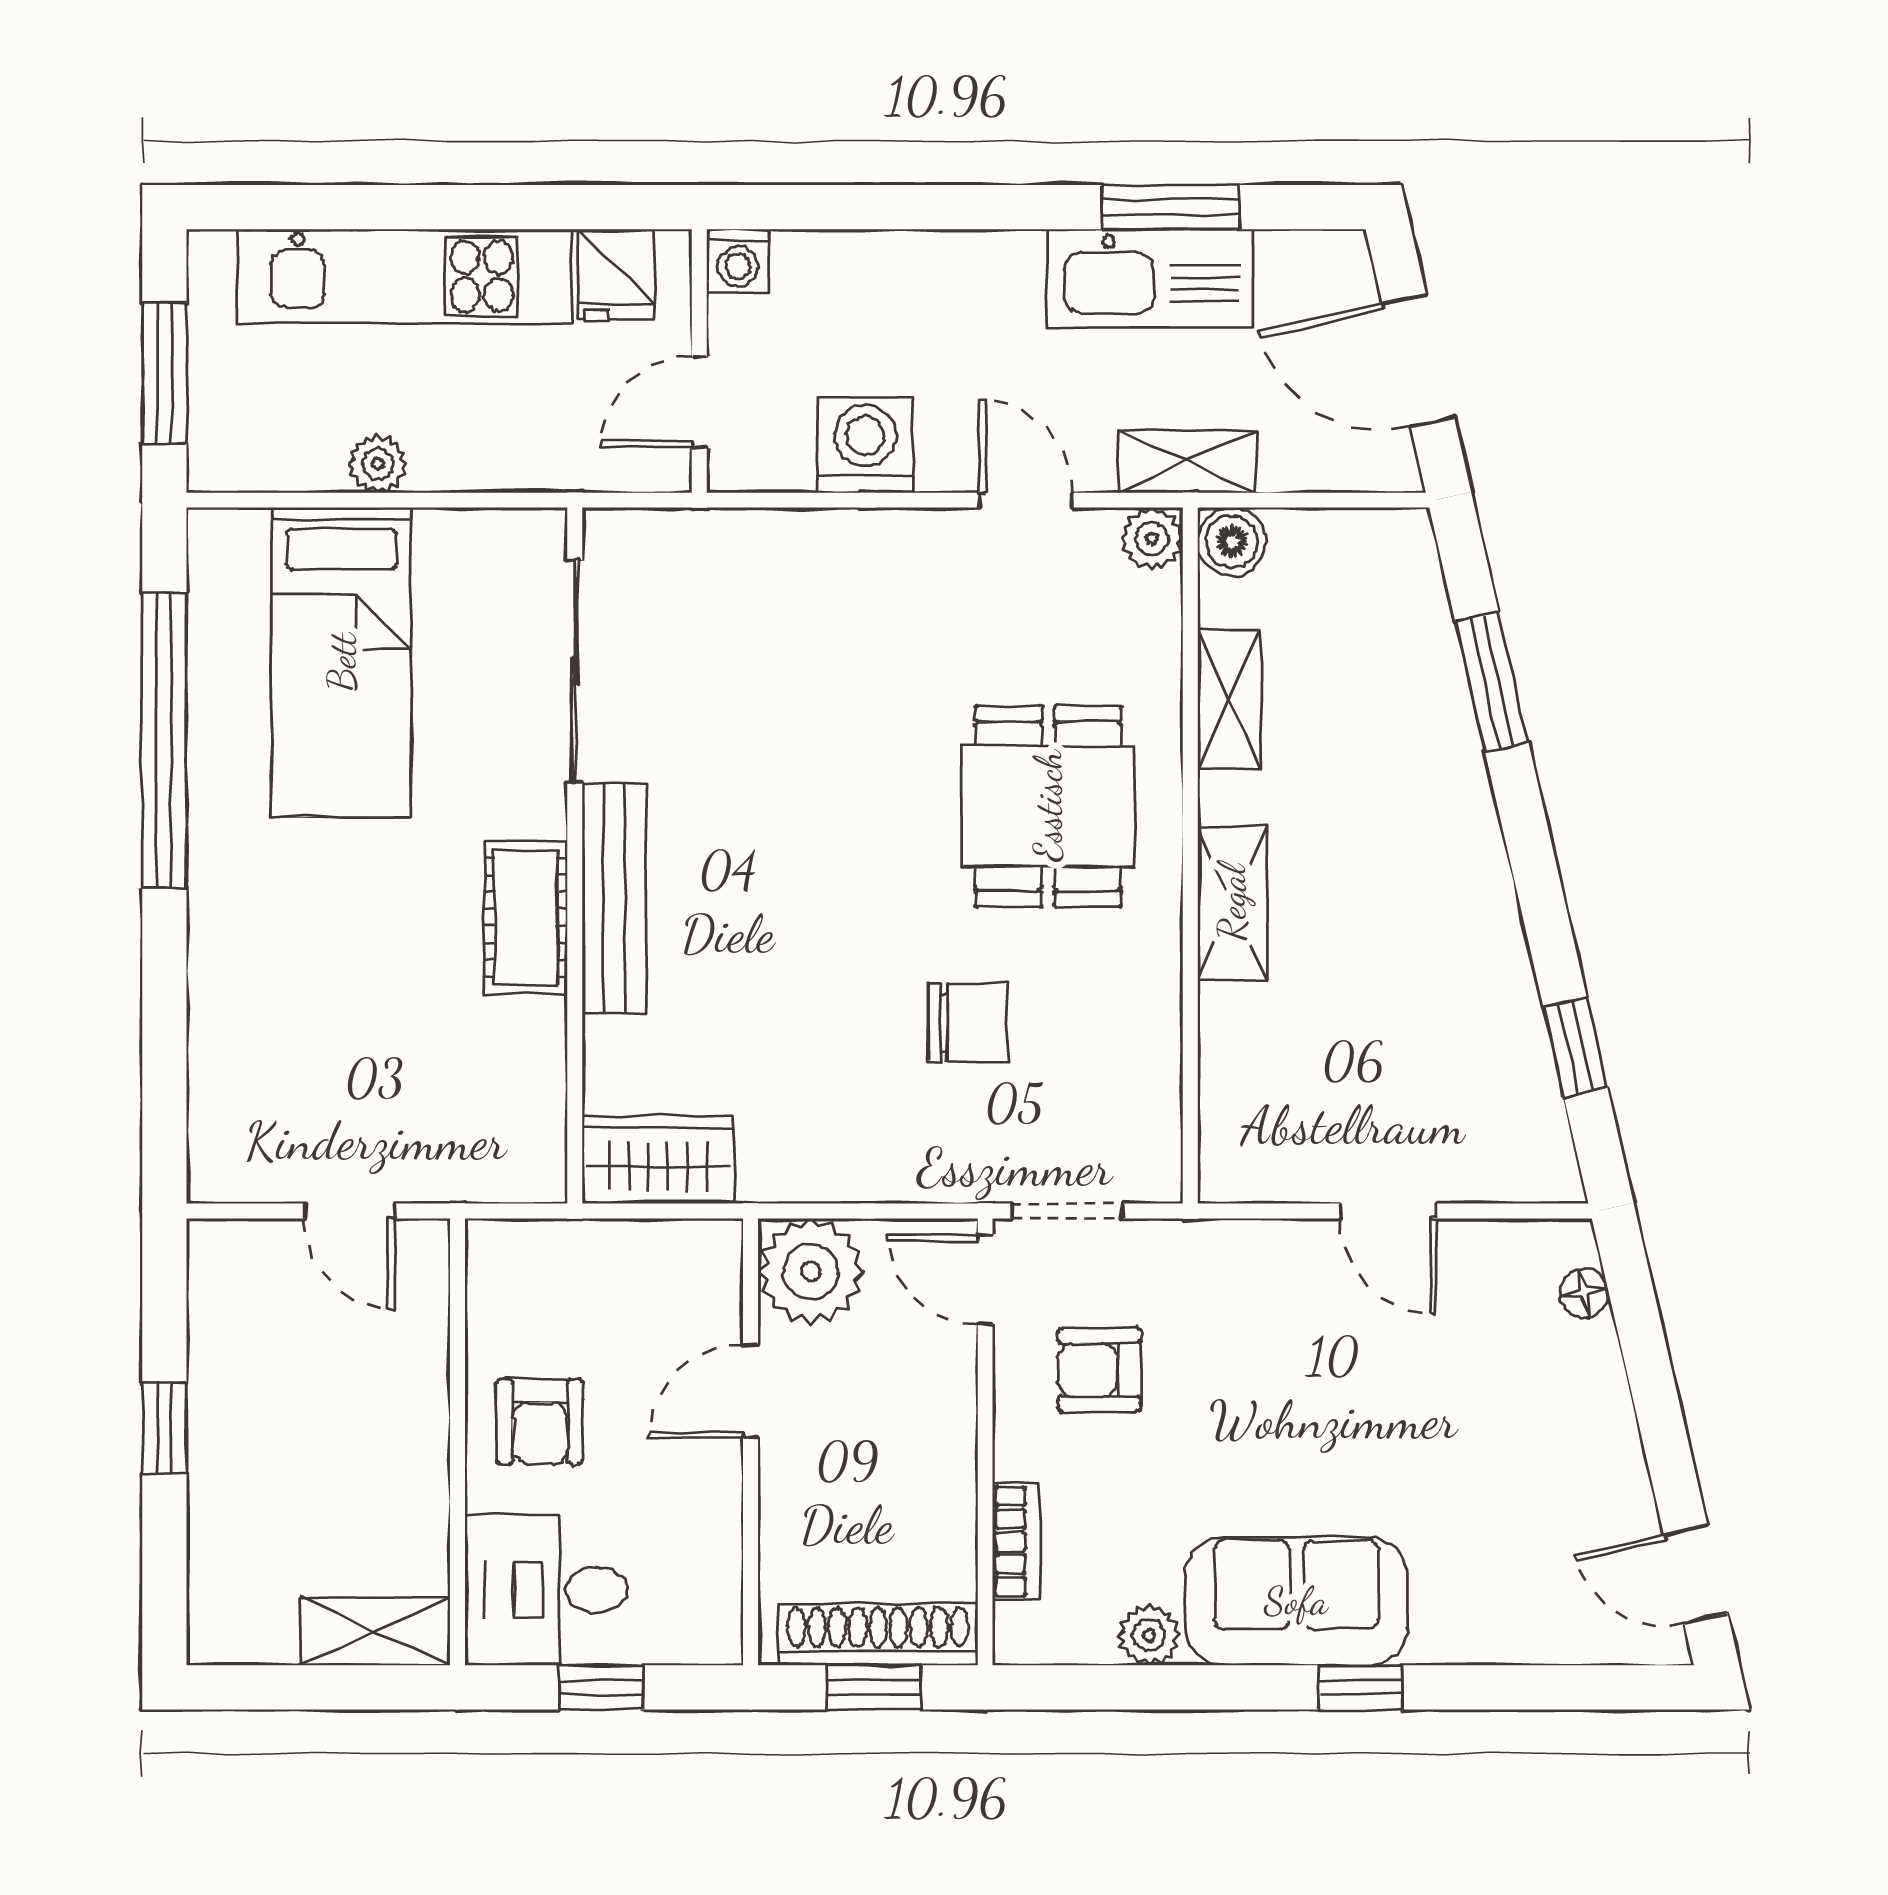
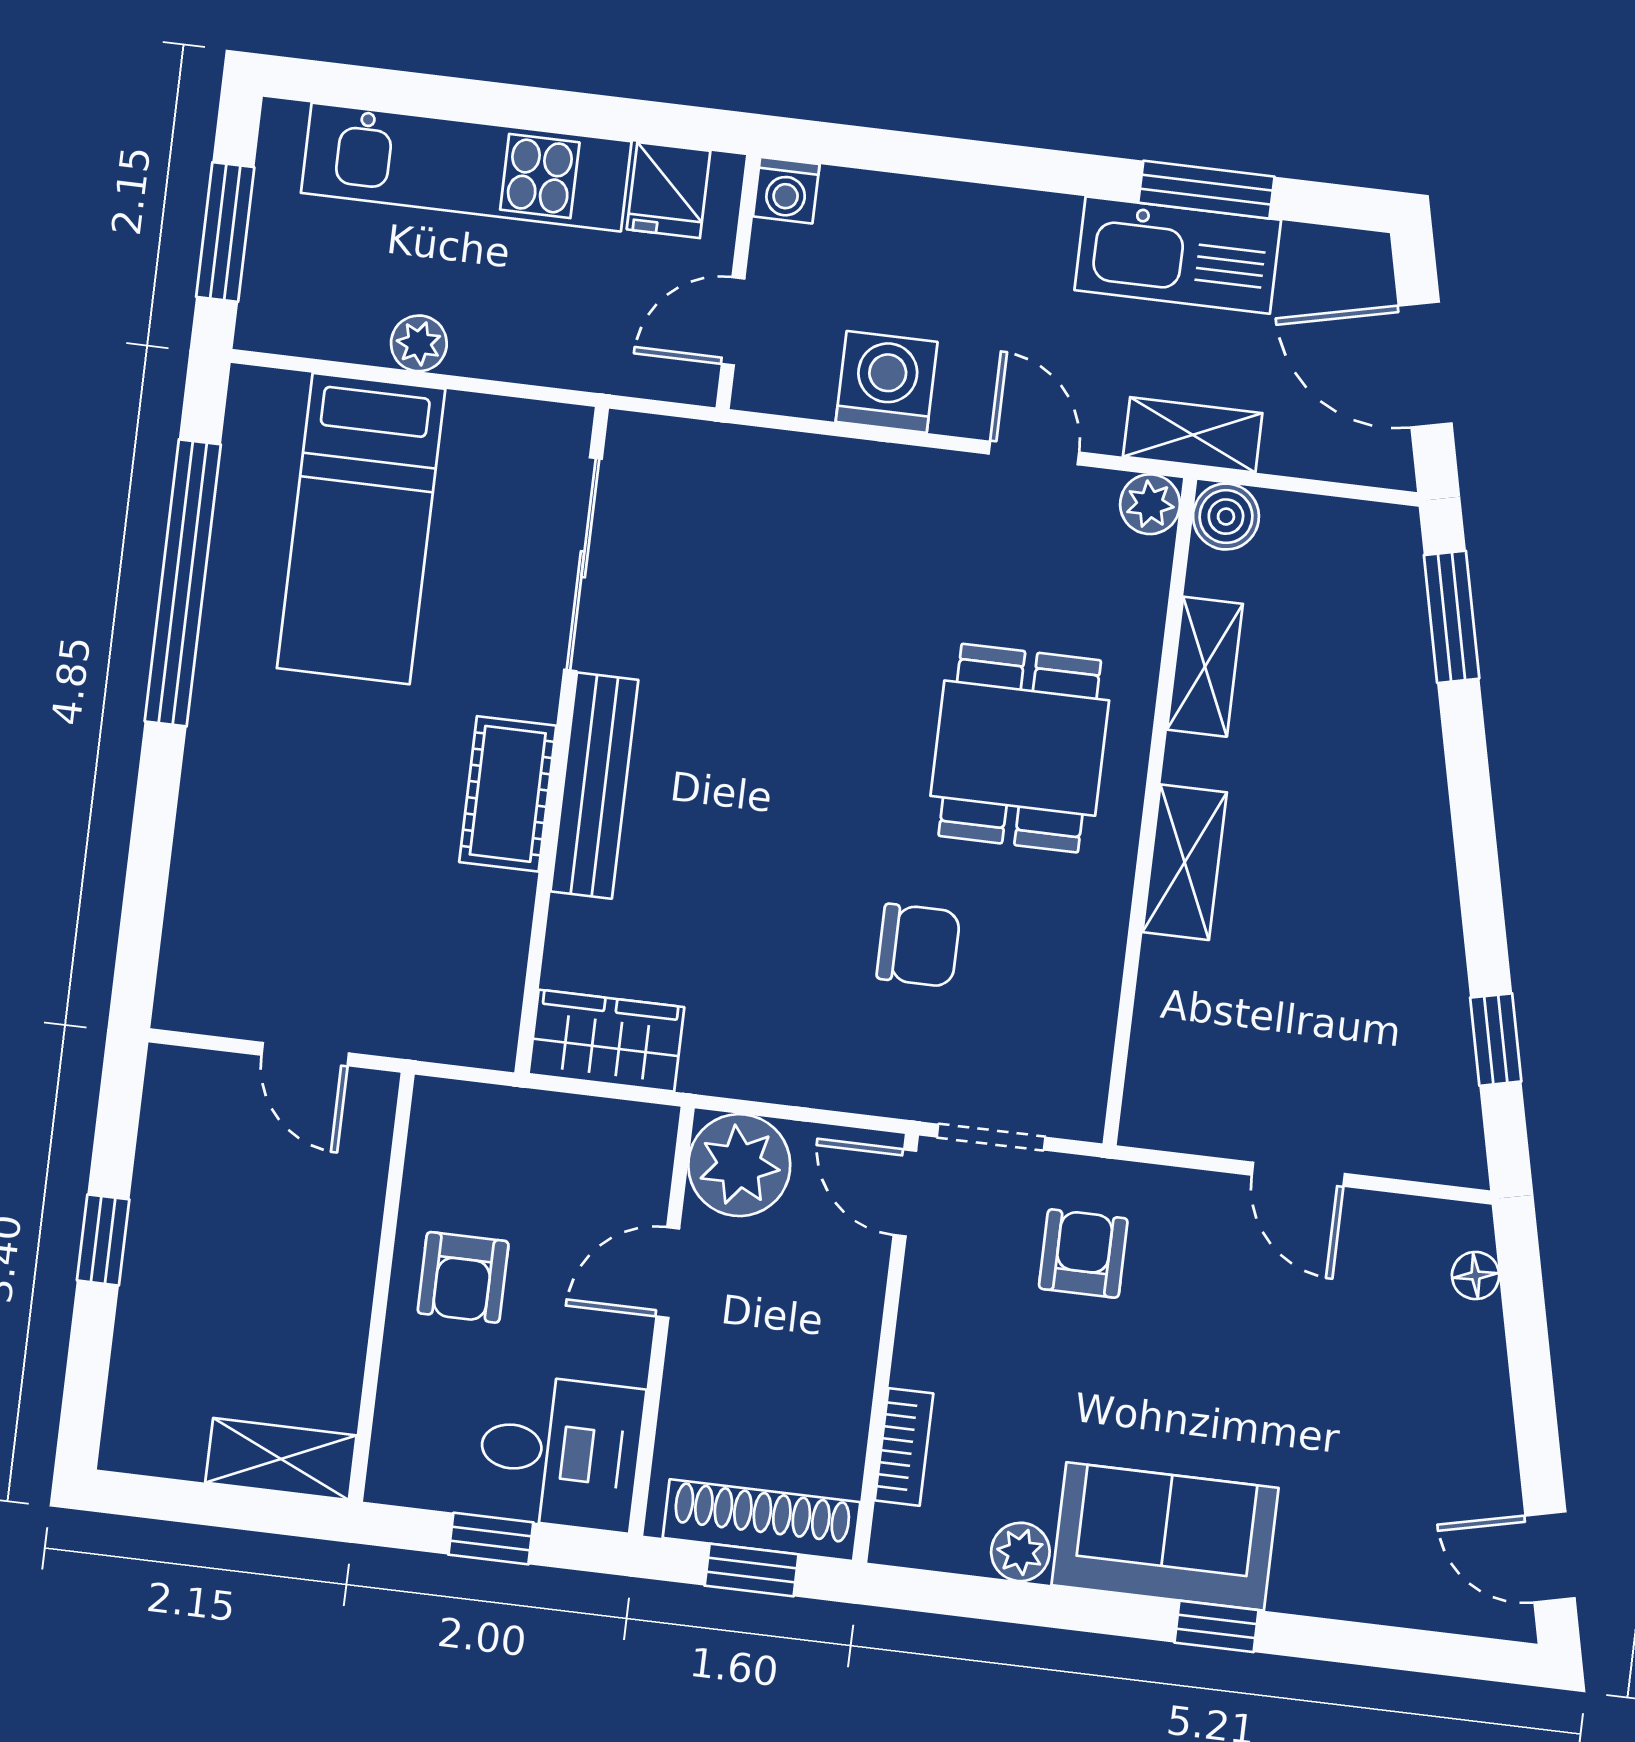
window: (1492, 682) -> (1452, 617), moved
armchair: (1099, 1370) -> (1083, 1254), moved, turned 90
desk: (546, 1590) -> (560, 1452), moved, turned 180

